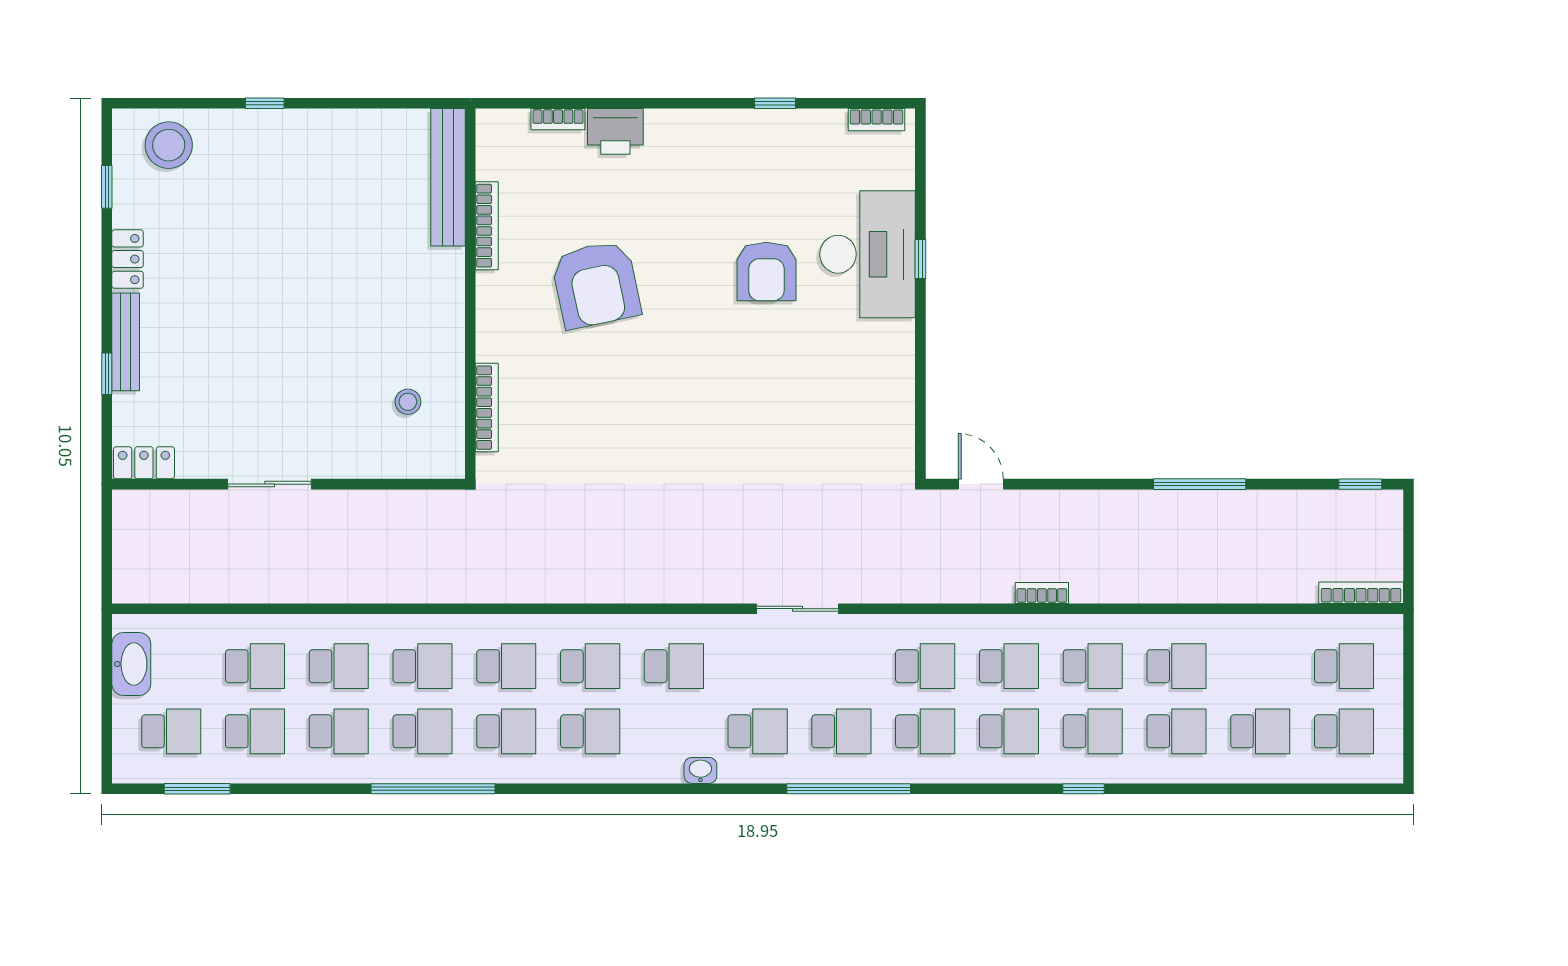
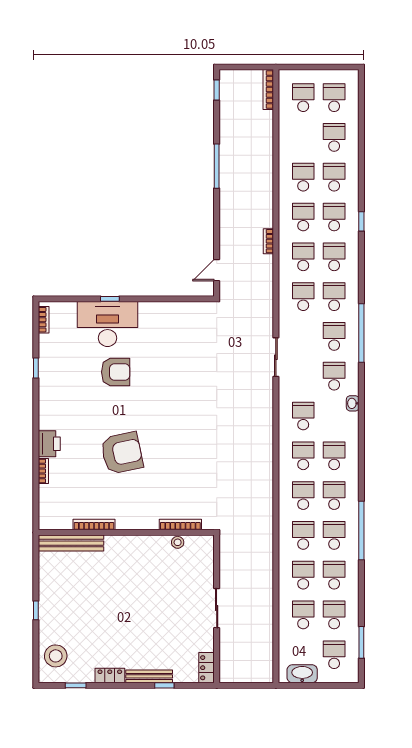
bench: (448, 177) -> (71, 543), moved
bookcase: (487, 226) -> (94, 525), moved
wall: (470, 294) -> (126, 532), moved
bookcase: (487, 408) -> (180, 525), moved

